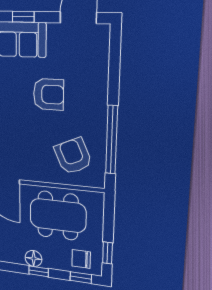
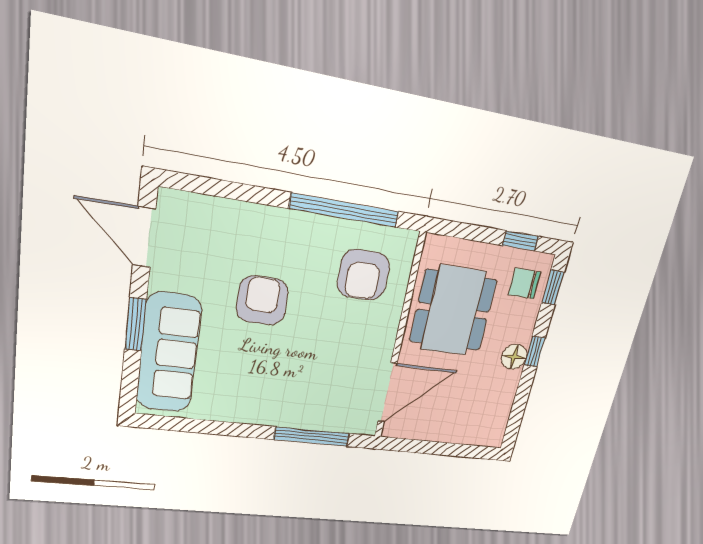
window: (23, 17) -> (136, 324), width x1.50
armchair: (73, 156) -> (363, 275), turned -66
chair: (81, 259) -> (524, 283), turned 90

